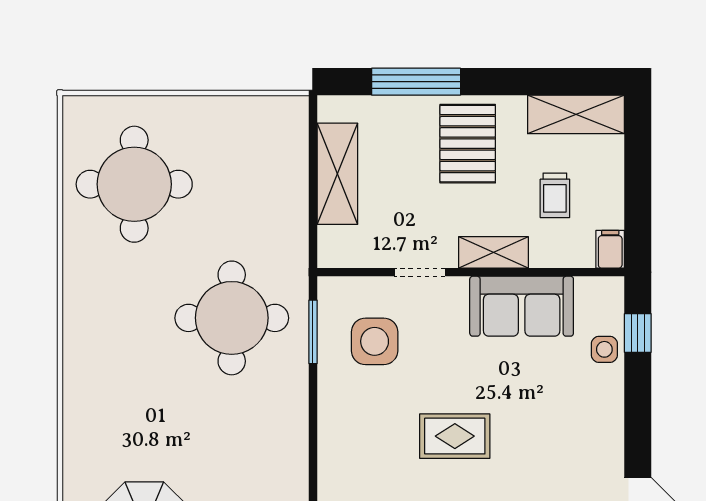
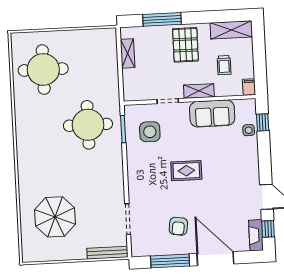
shelving: (337, 174) -> (128, 53), width x0.67, depth x0.75

